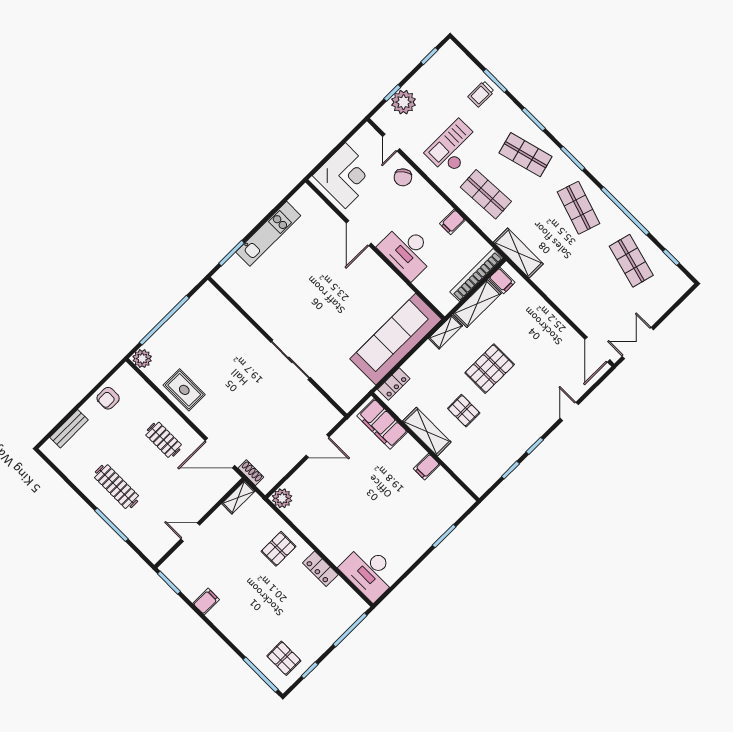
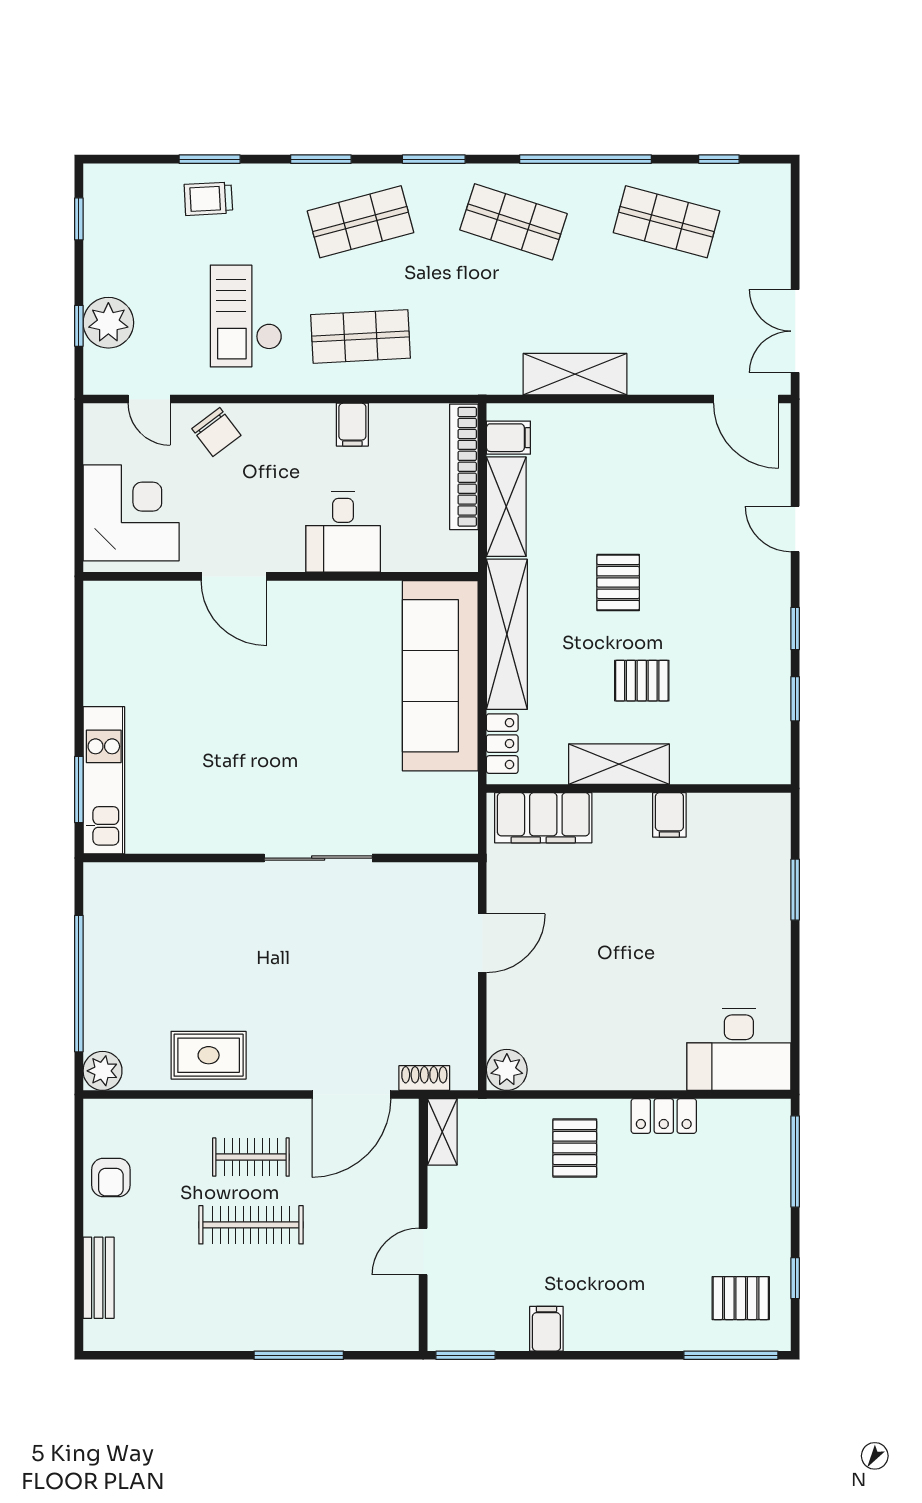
trolley: (481, 94) -> (208, 199), turned 87
kitchen unit: (268, 234) -> (104, 780), moved
desk: (407, 251) -> (343, 532), width x0.73
shelving: (518, 253) -> (575, 374), moved
shelving: (446, 332) -> (507, 634), width x2.20, depth x1.33
pallet: (490, 369) -> (618, 582), width x0.67, depth x0.71
clothes rail: (117, 487) -> (251, 1225), moved

